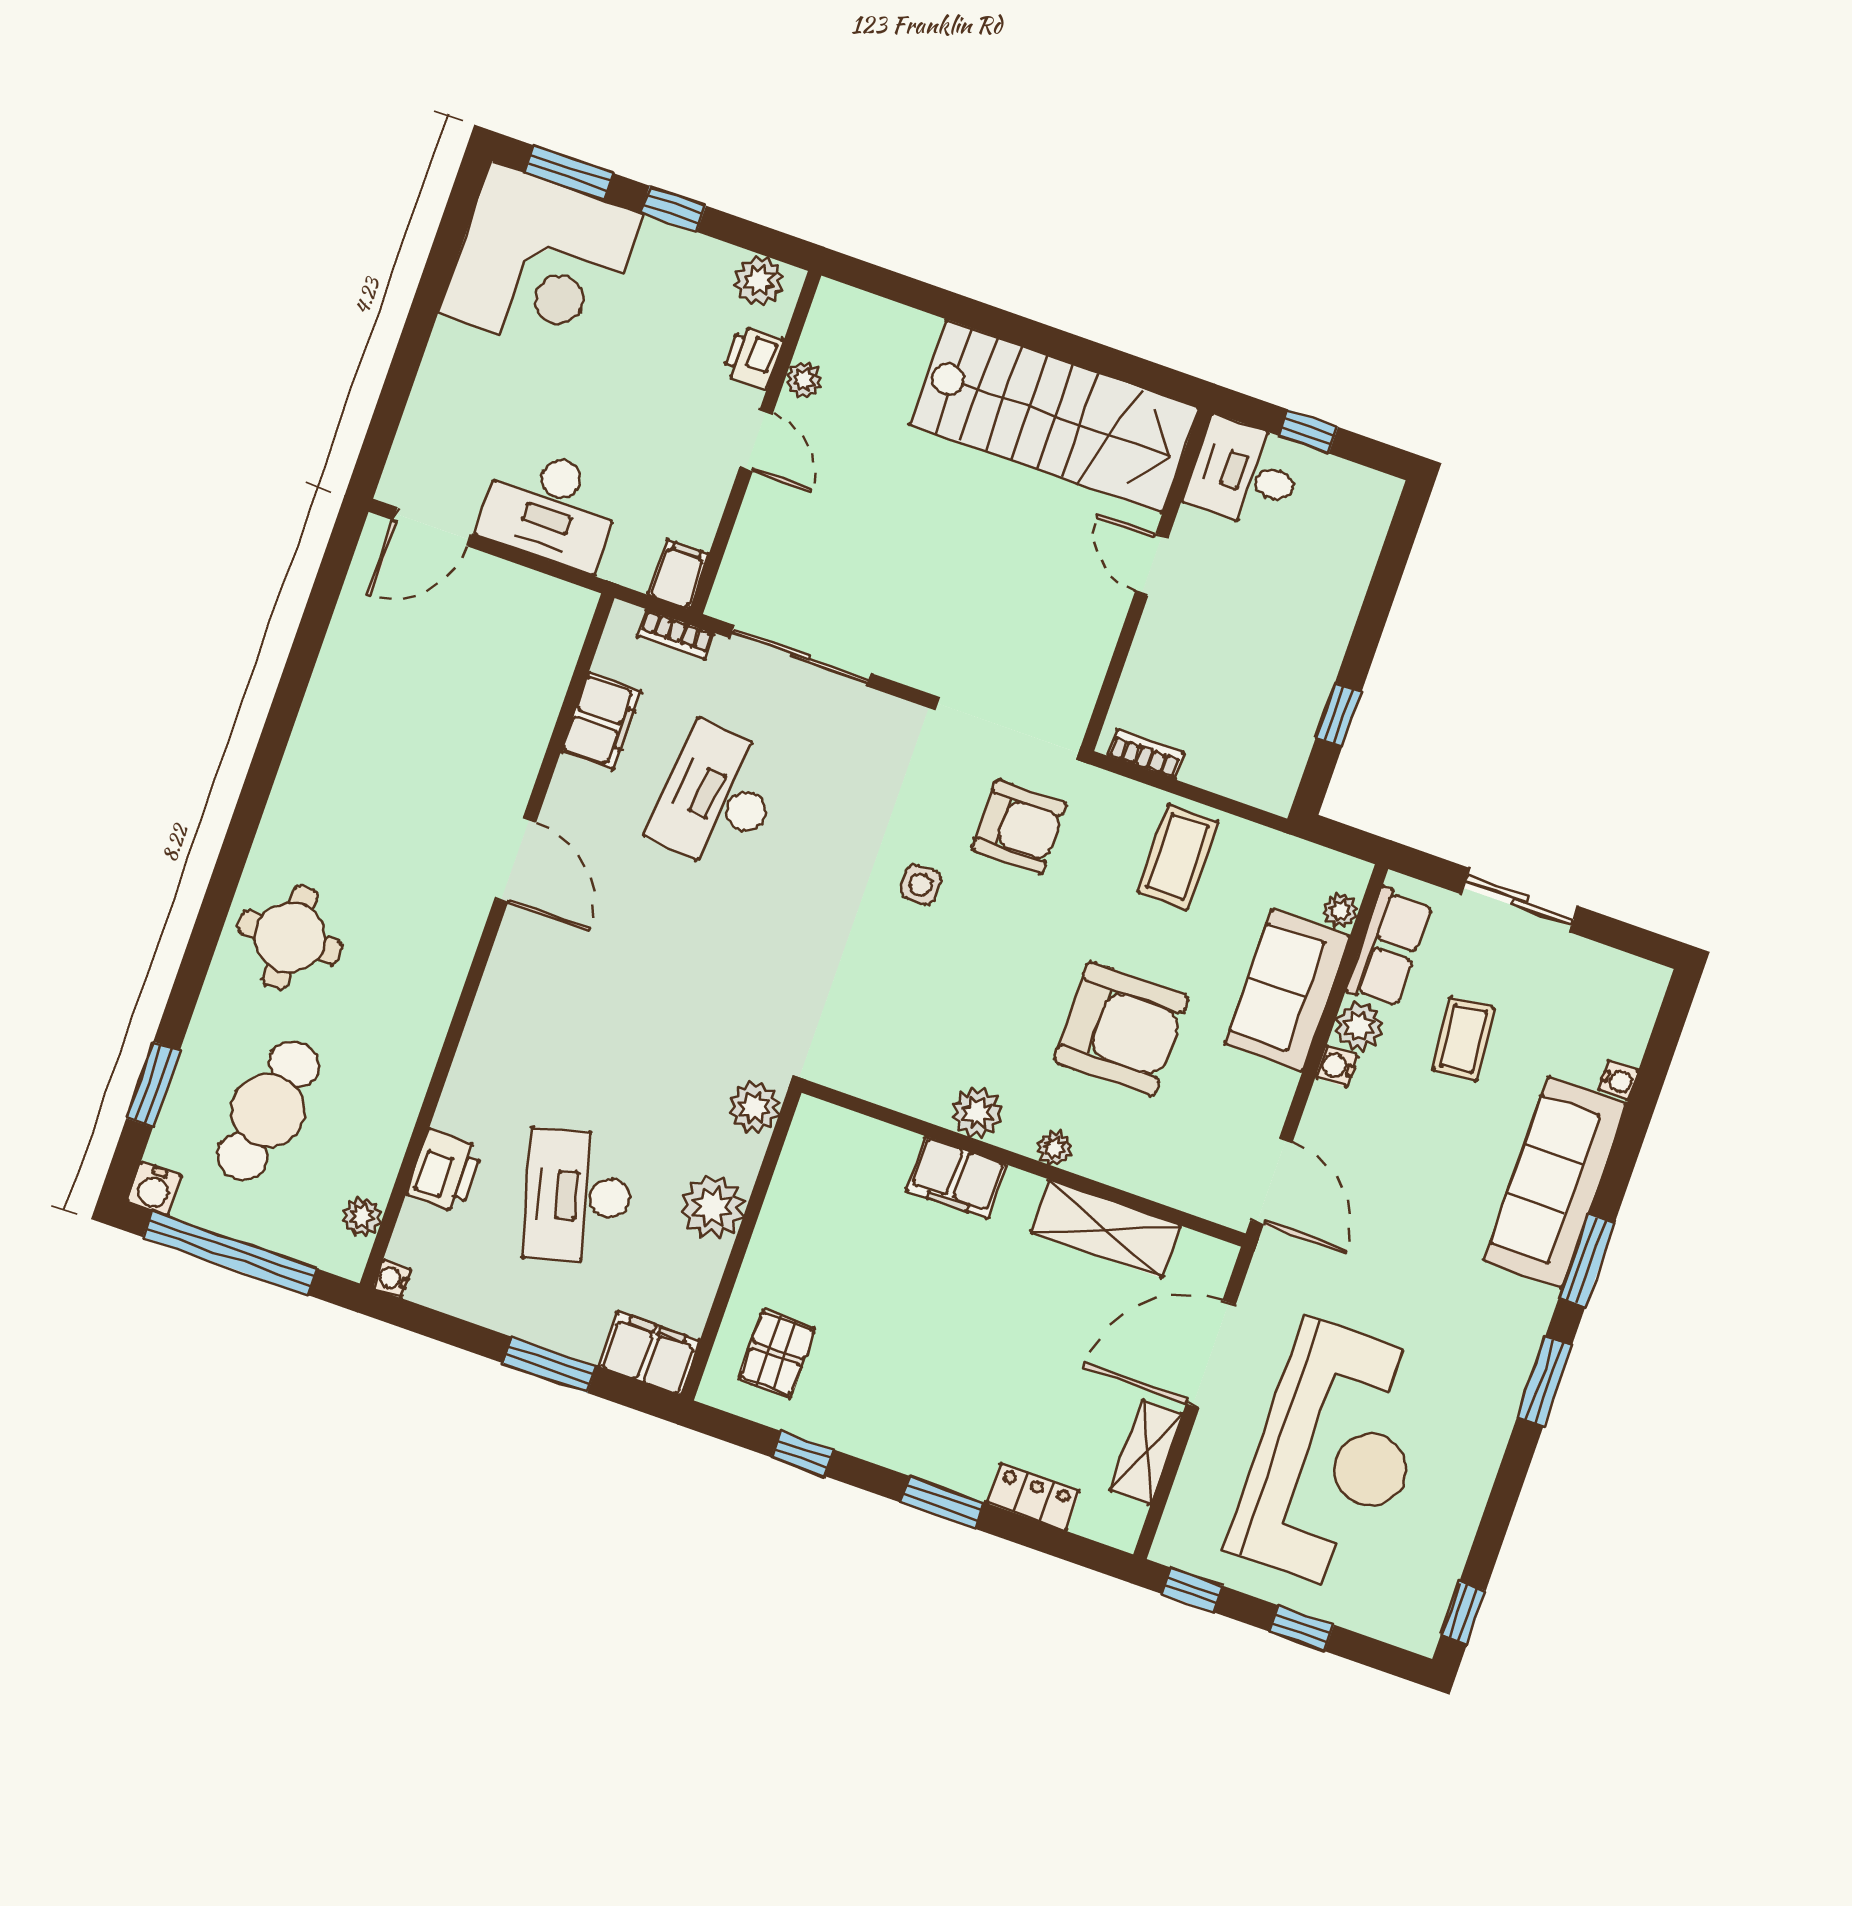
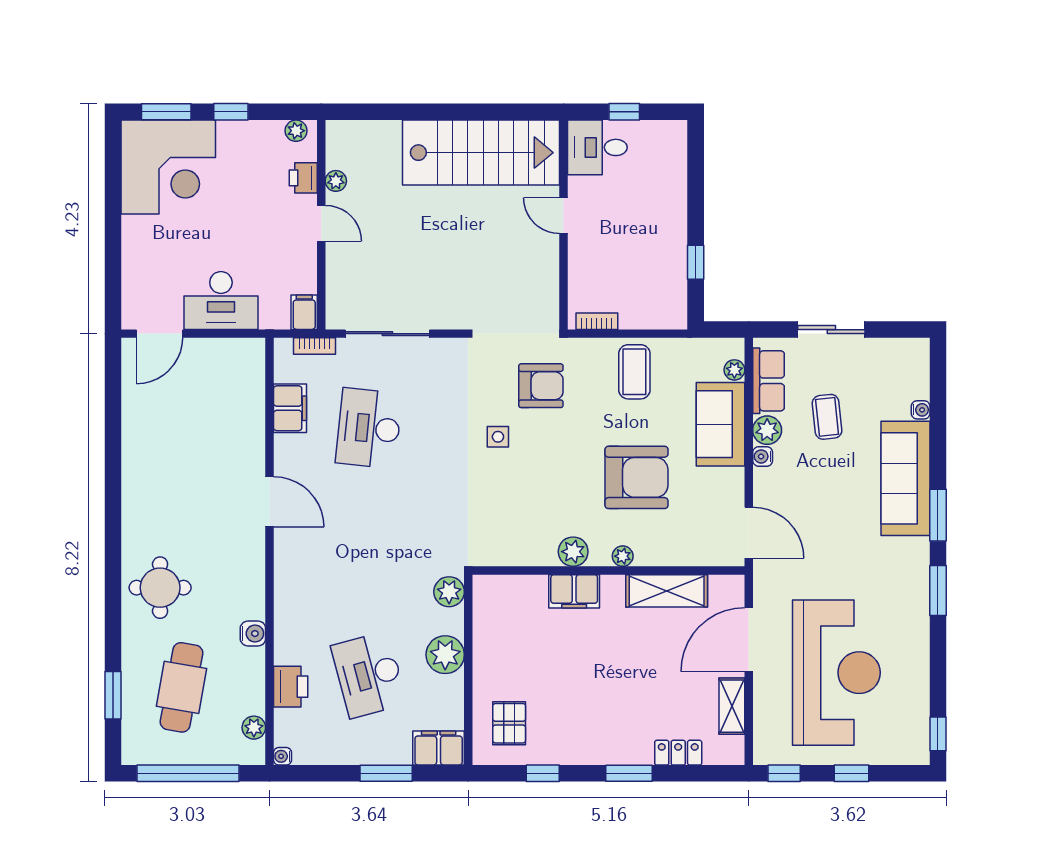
plant: (759, 281) -> (296, 131), width x0.73, depth x0.73
water cooler: (154, 1189) -> (253, 634), moved, turned -90

